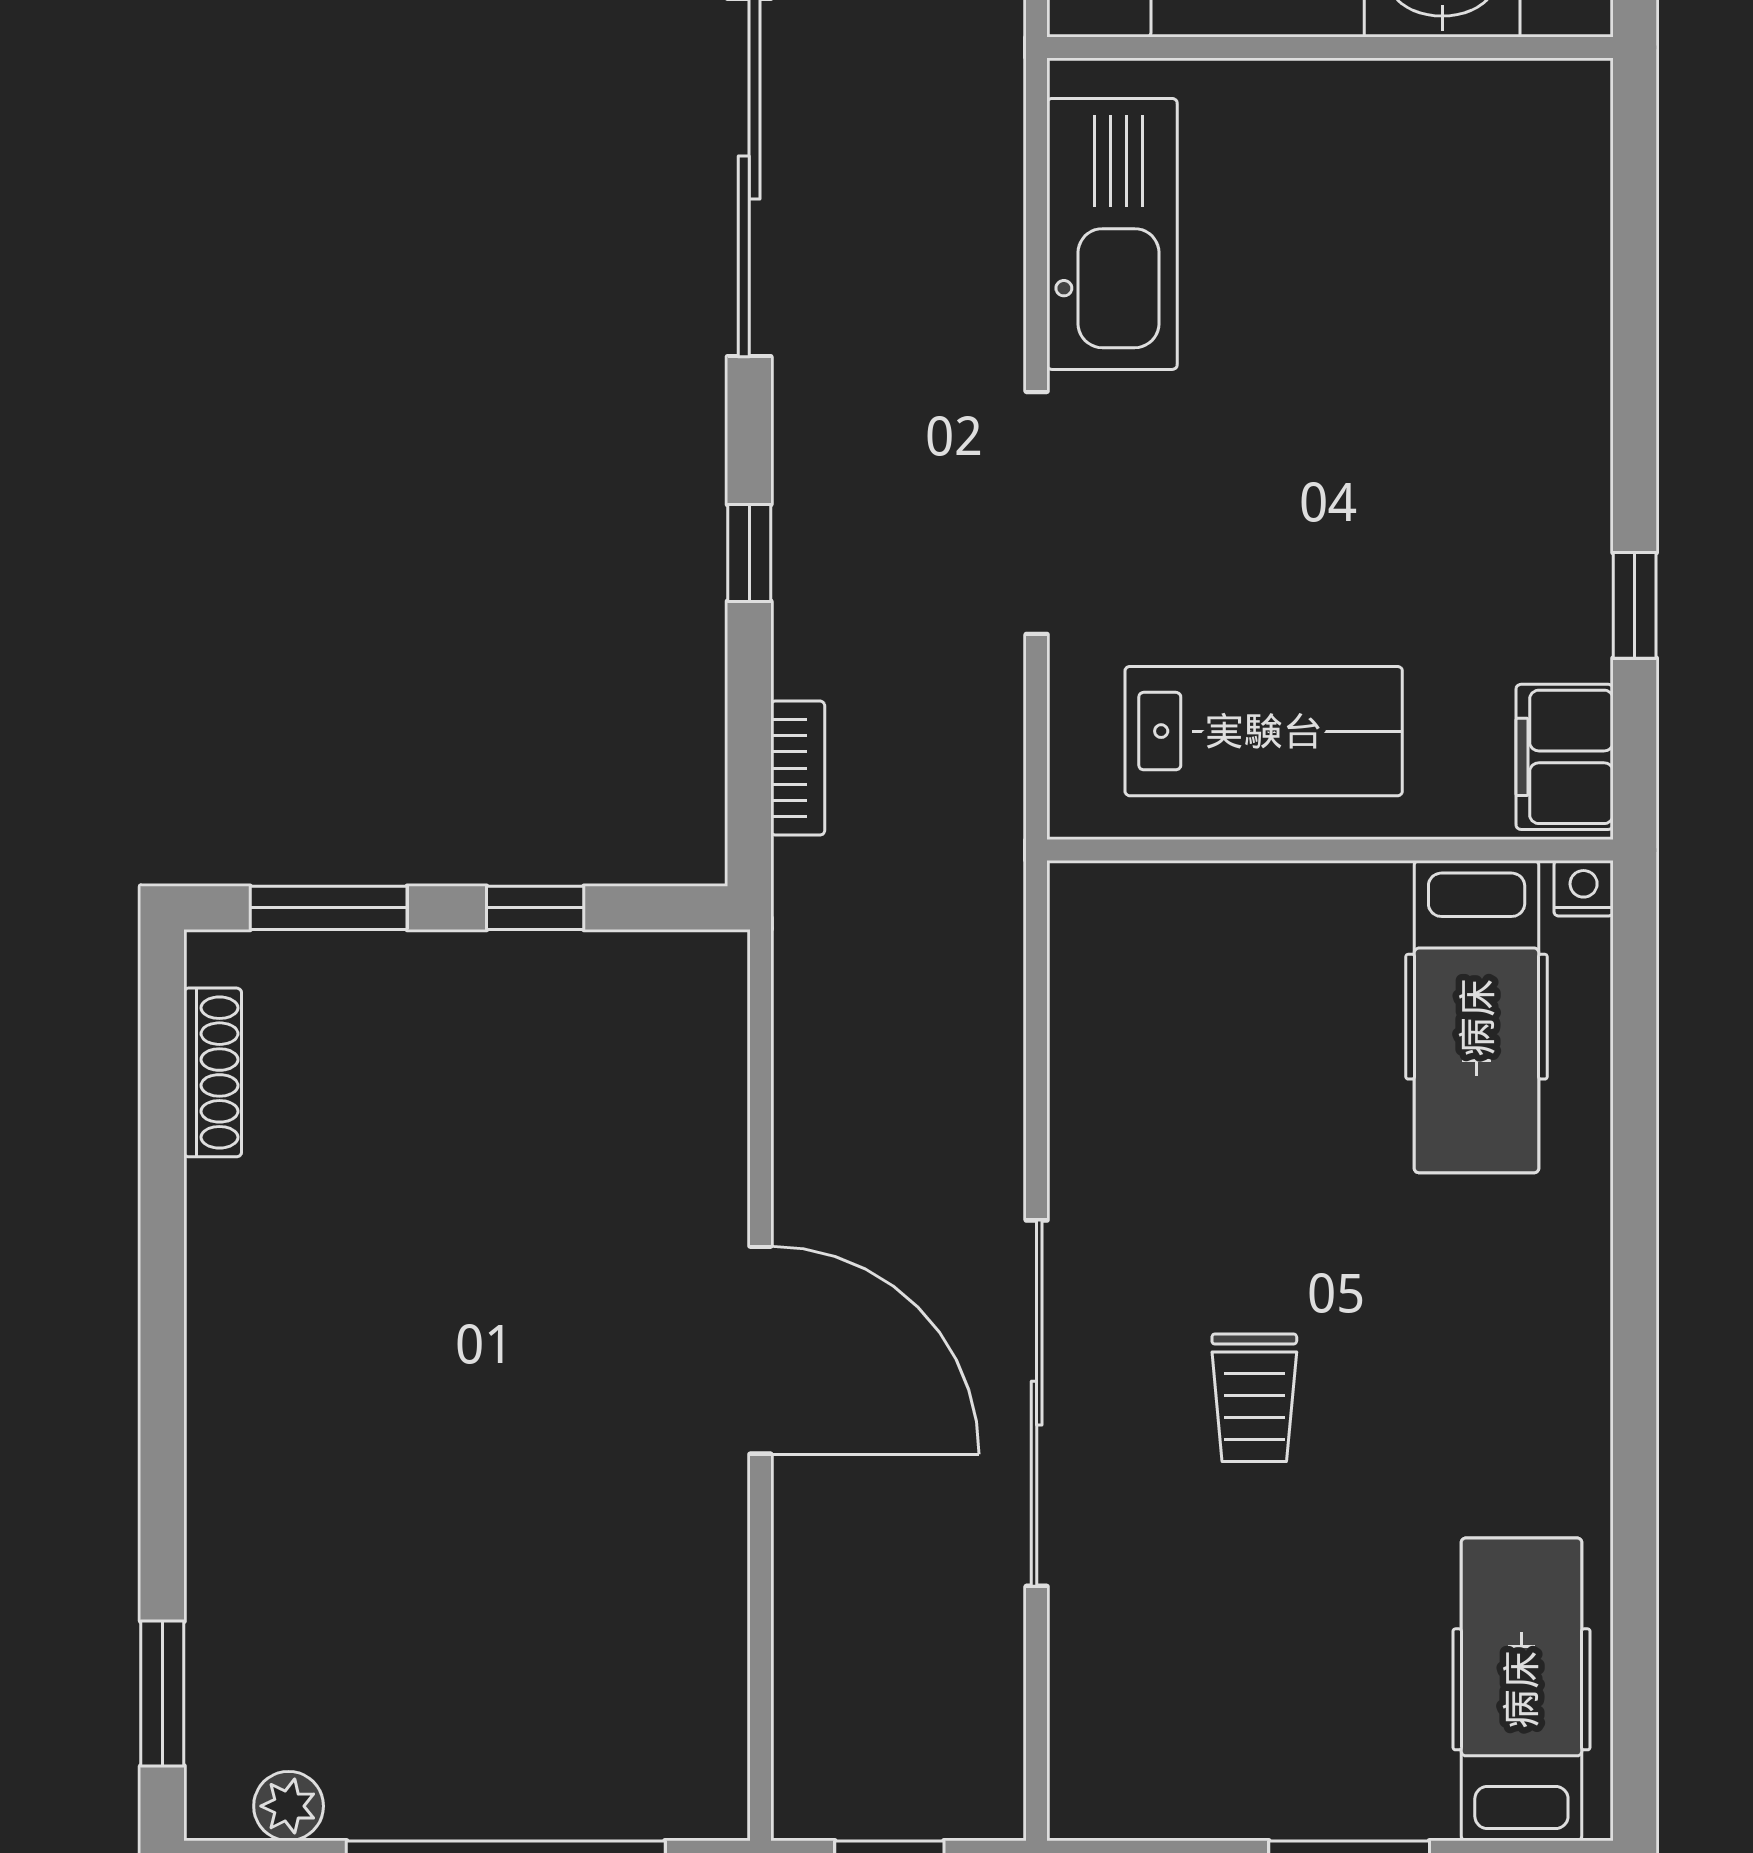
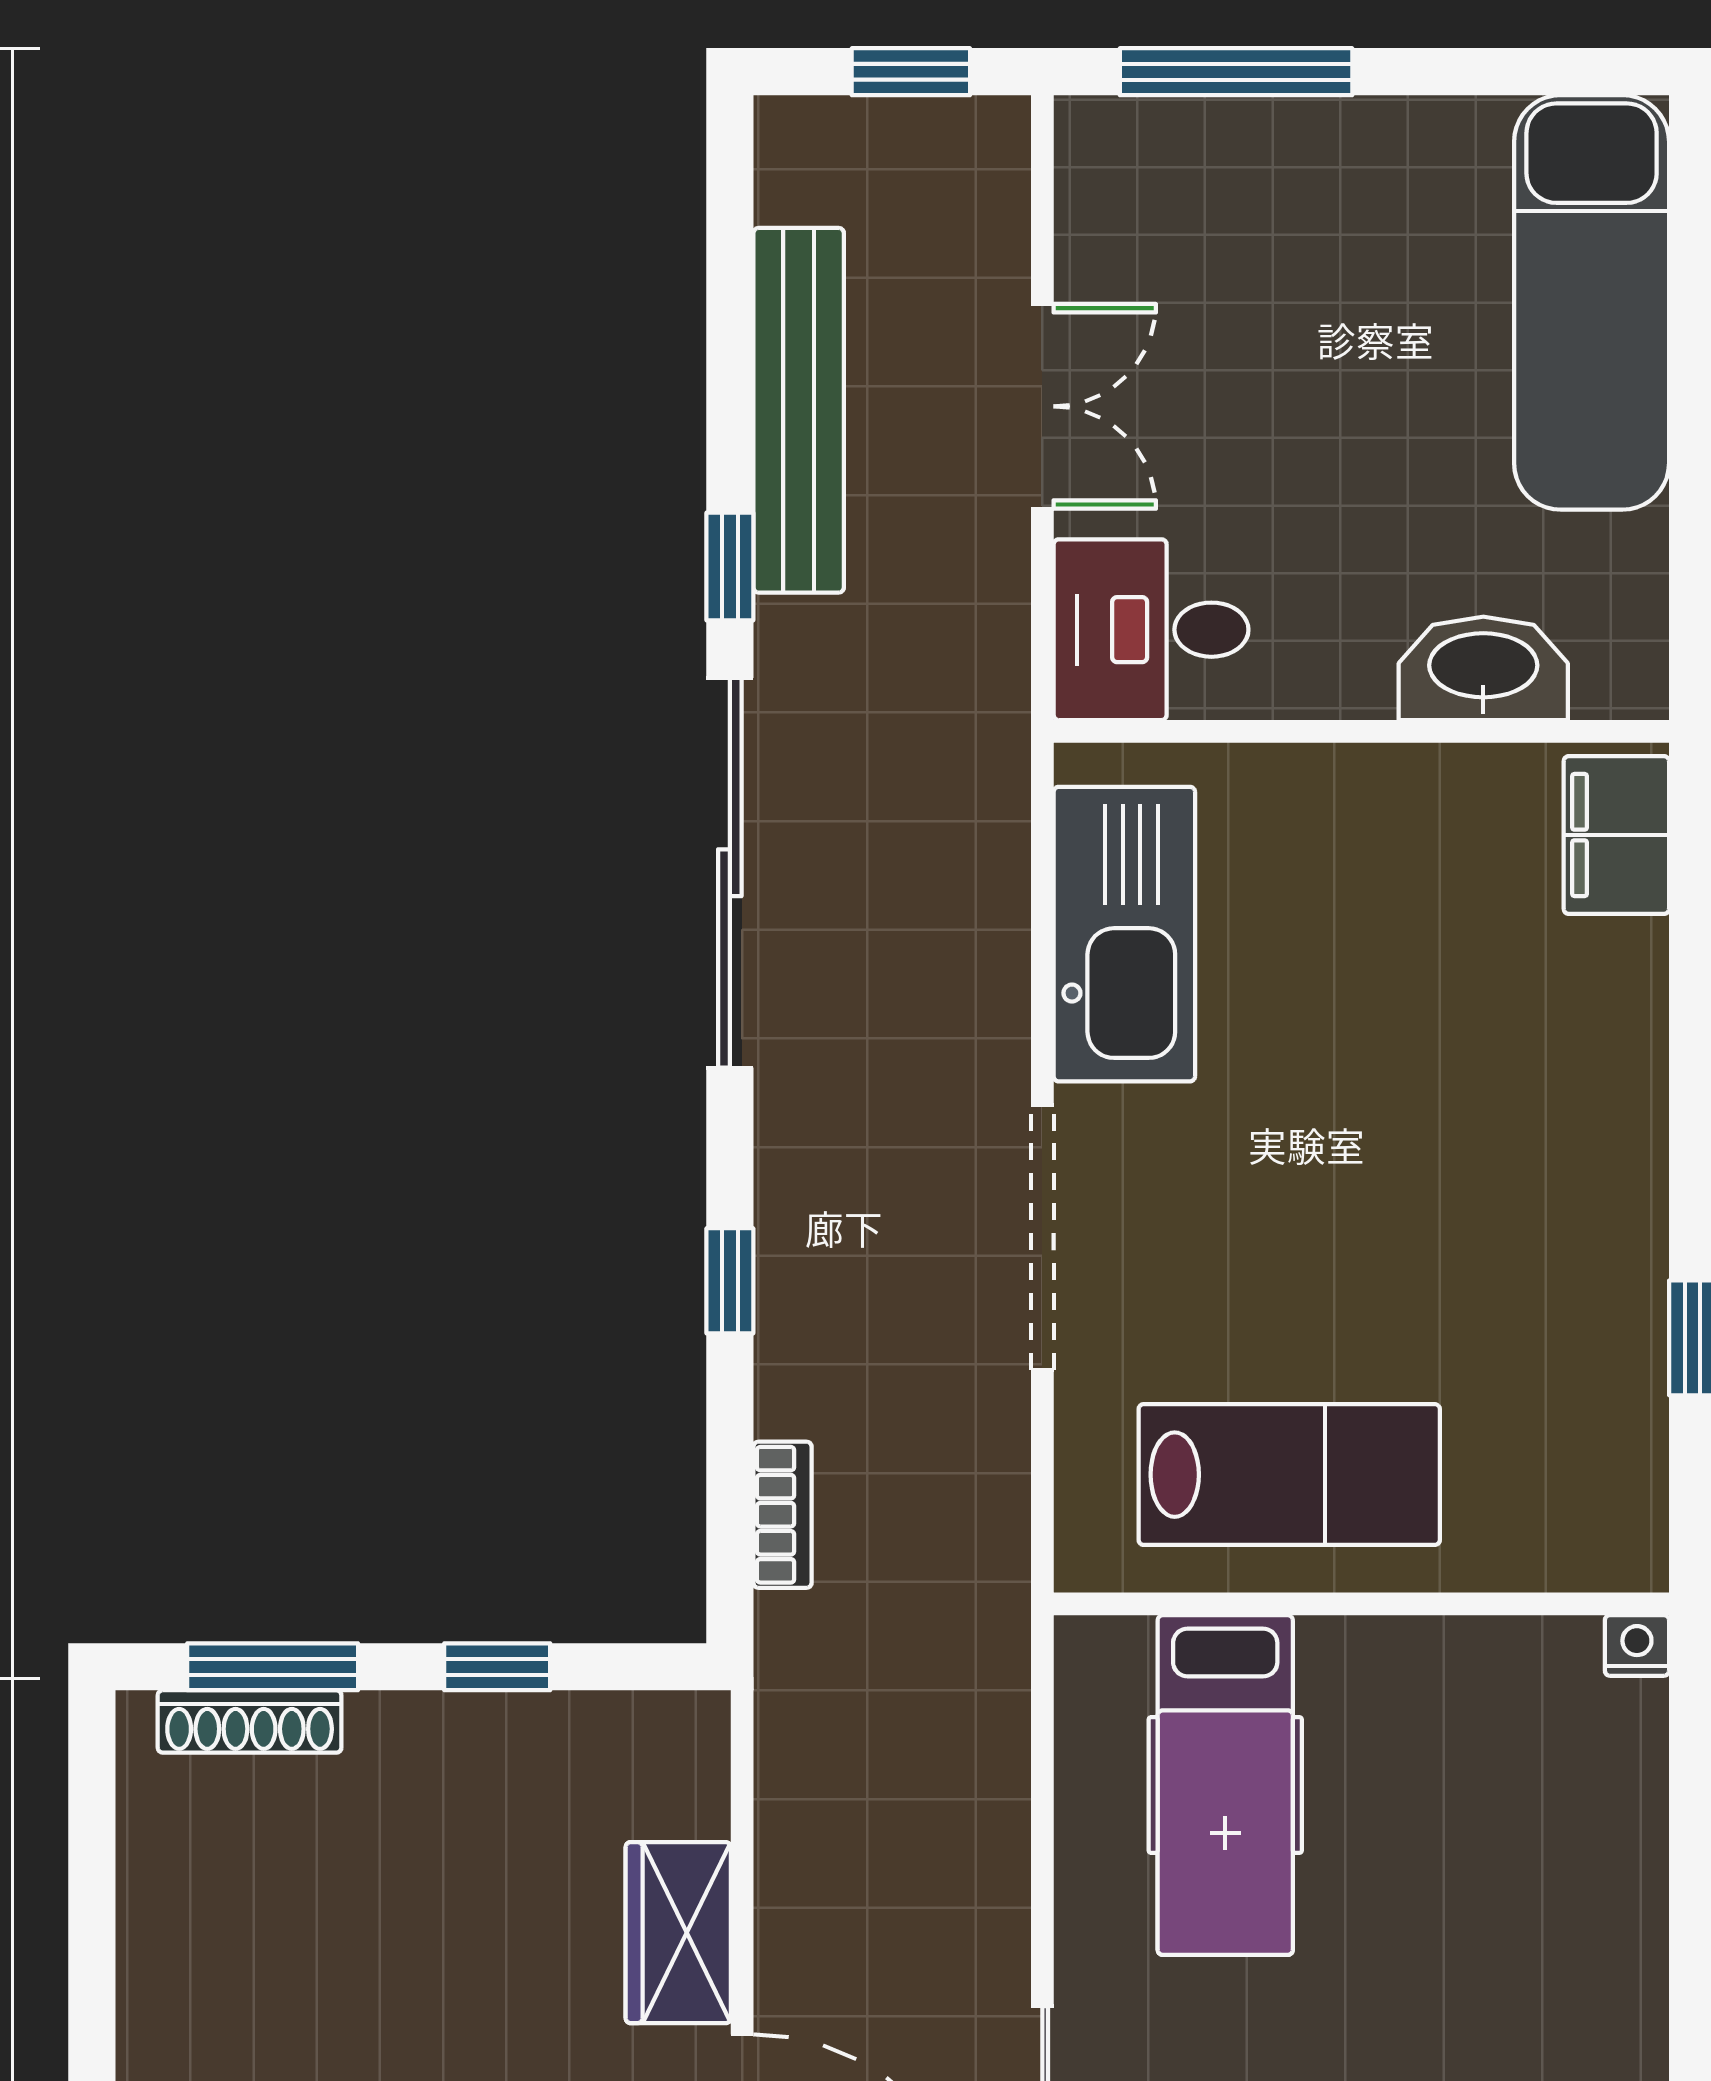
filing cabinet: (1565, 757) -> (1616, 835), moved
hospital bed: (1477, 1017) -> (1225, 1785), moved
shoe rack: (213, 1072) -> (250, 1721), moved, turned 90
wardrobe: (702, 1152) -> (678, 1933), added

